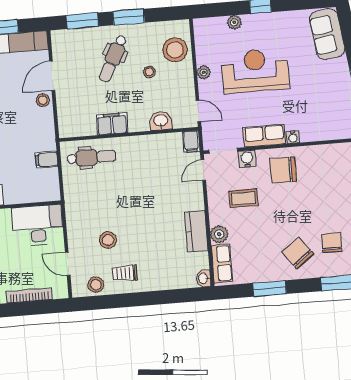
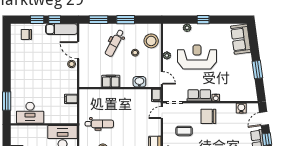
door: (52, 76) -> (78, 50), hinge flipped
dental chair: (91, 157) -> (99, 124), moved
water cooler: (247, 159) -> (241, 108), moved

